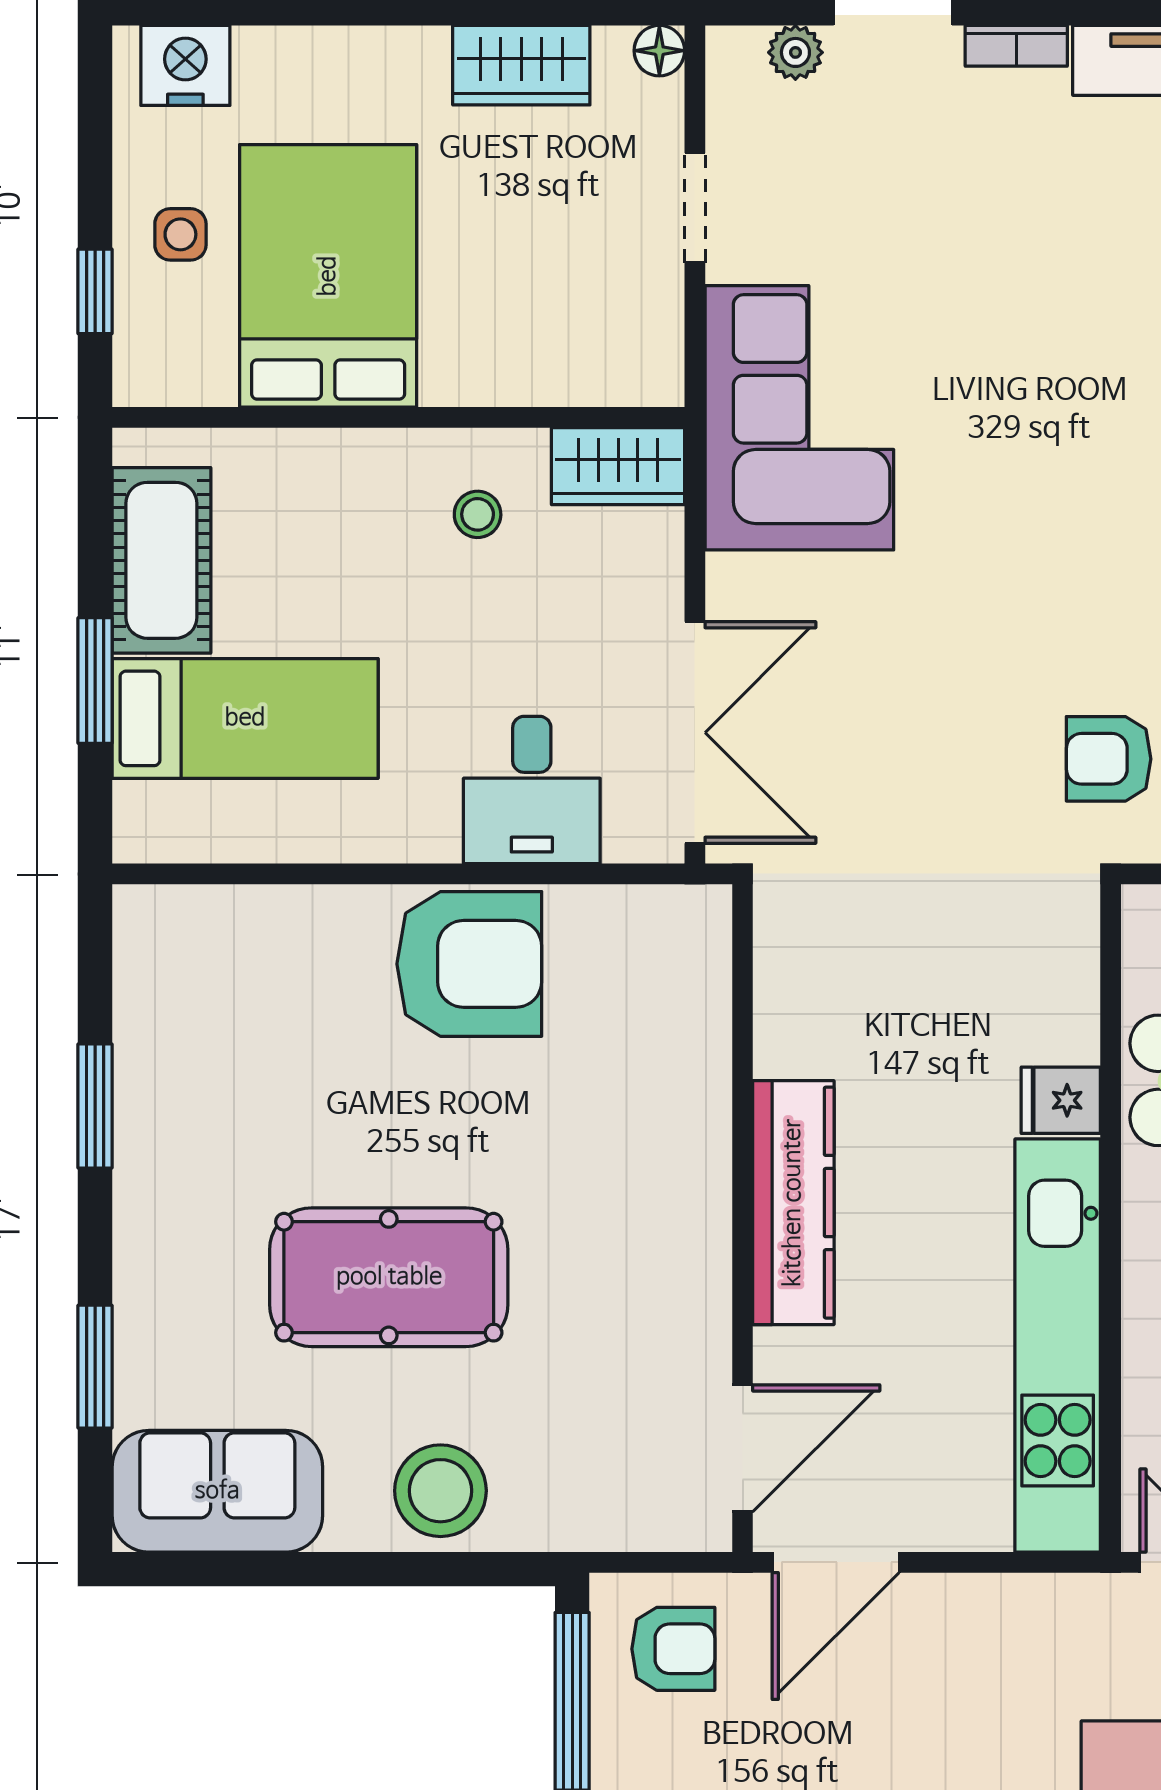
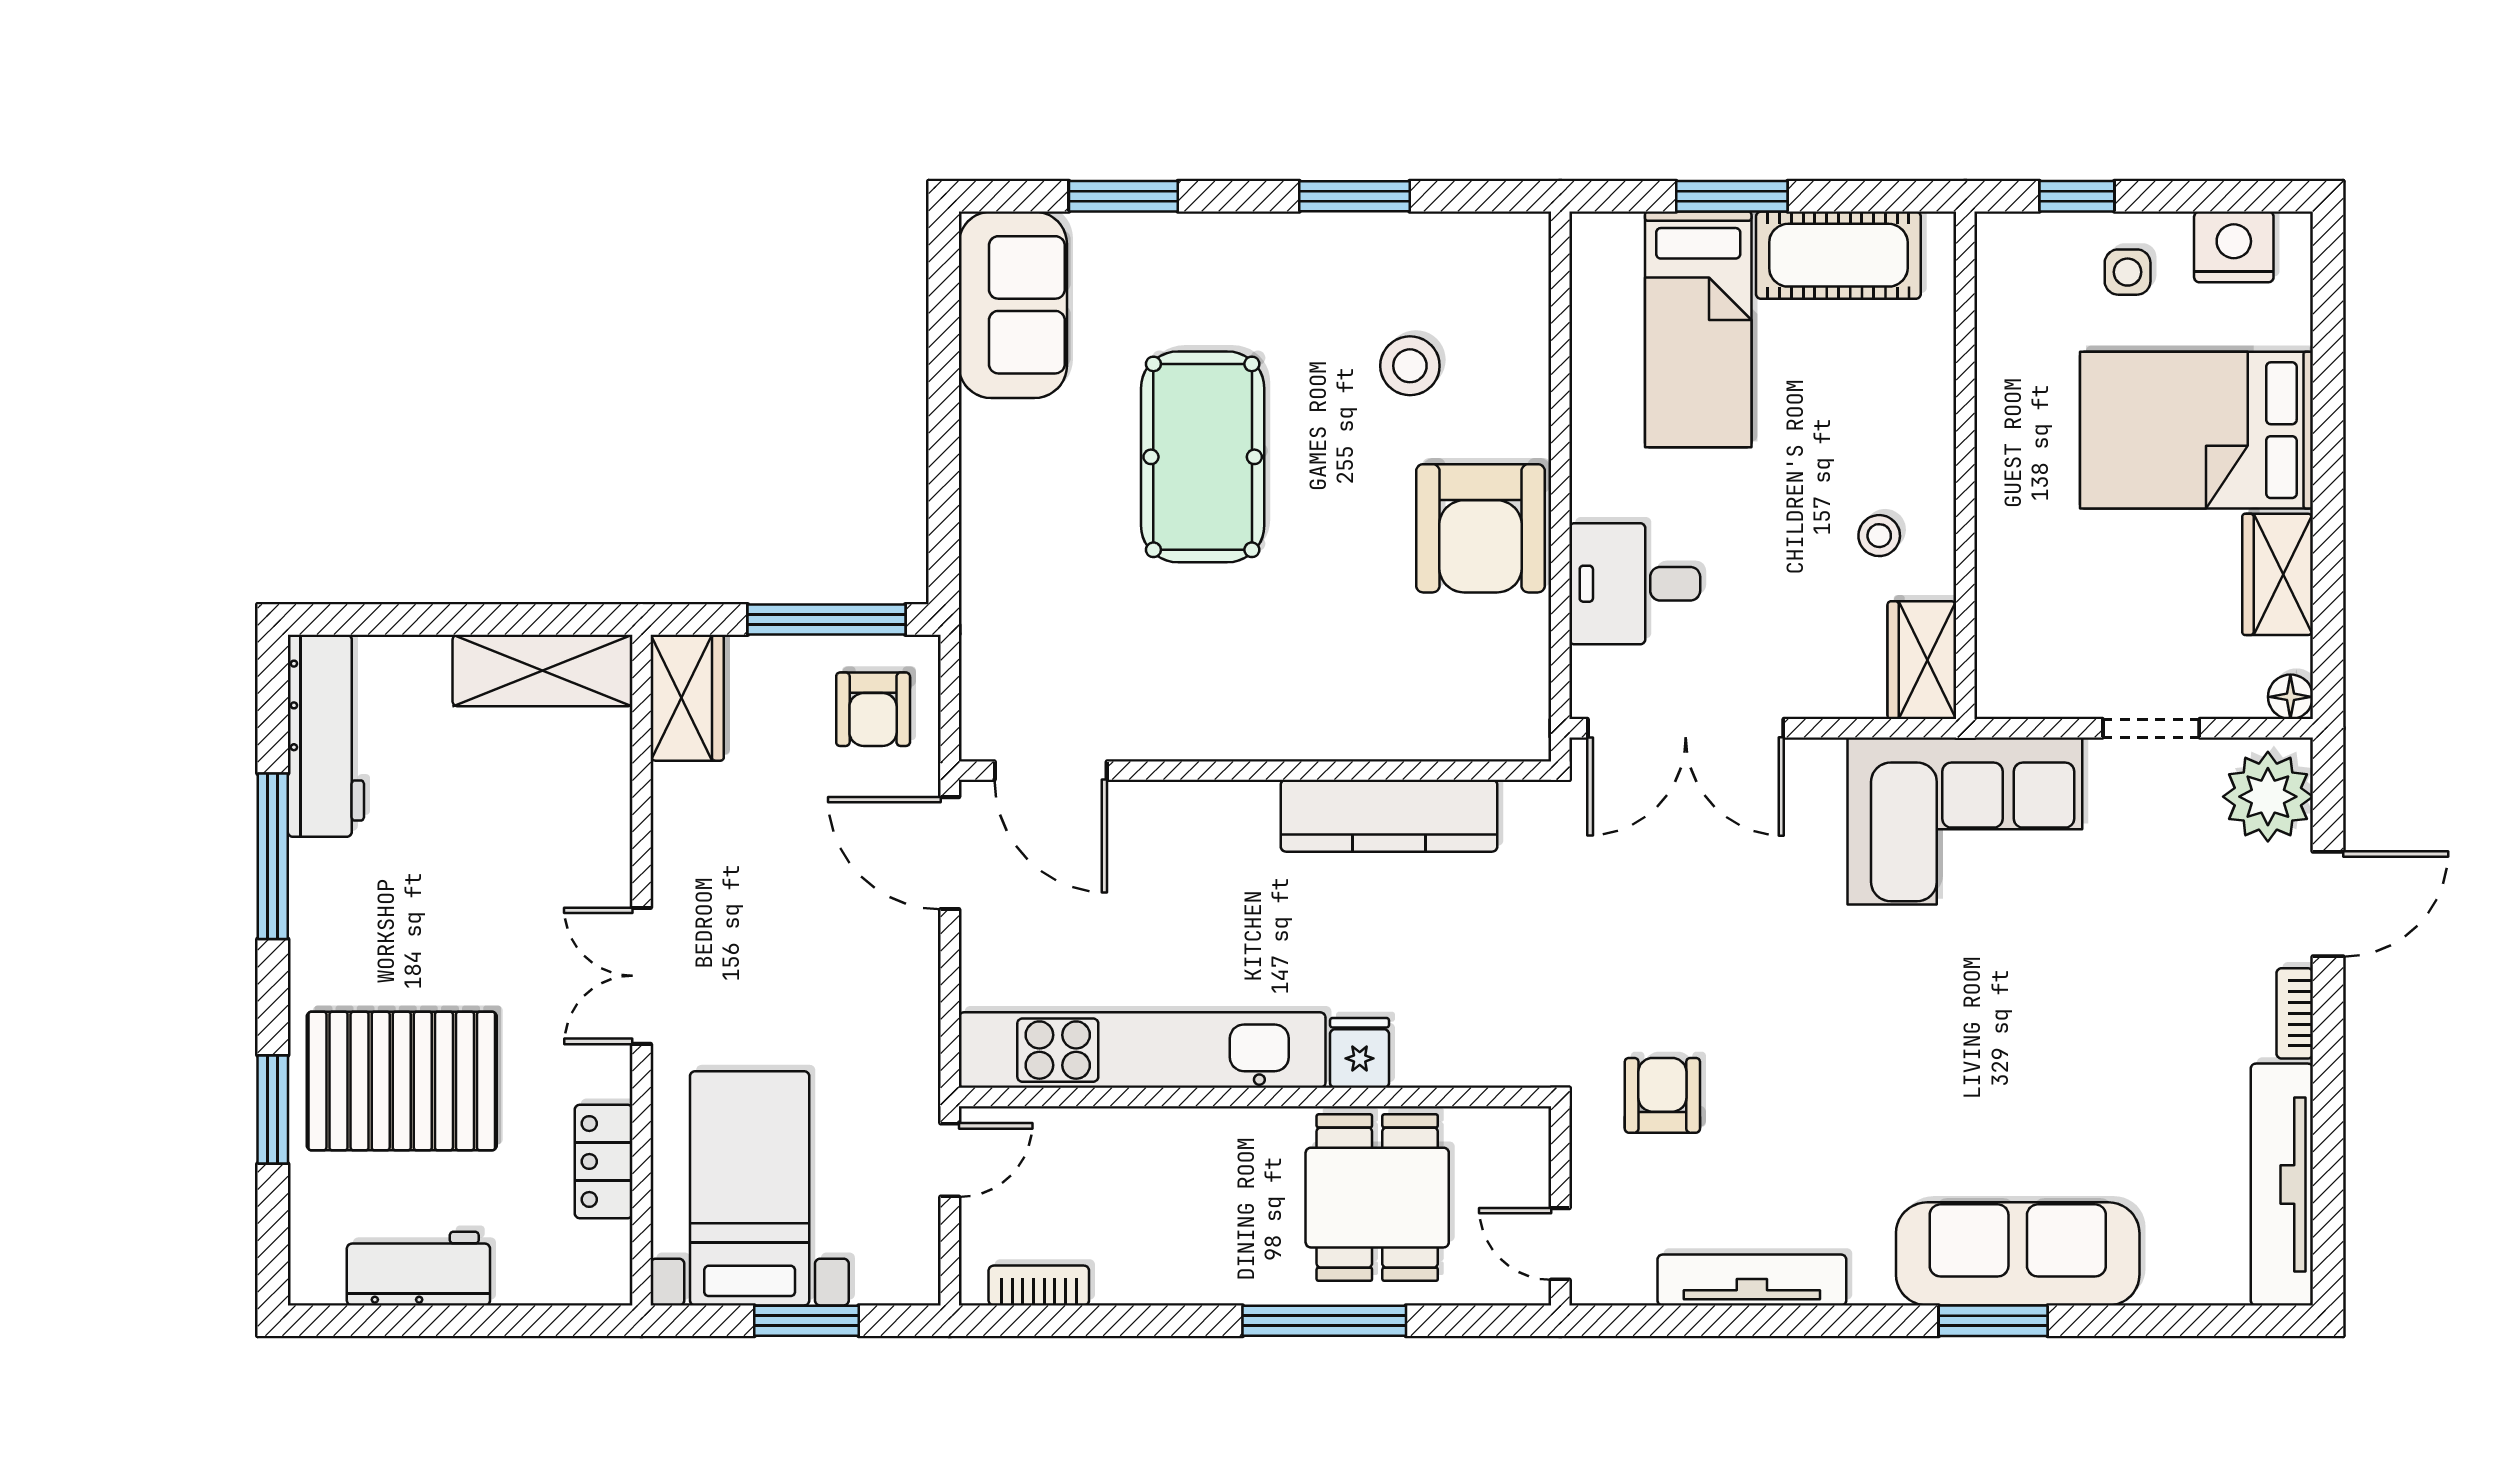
plant: (795, 52) -> (2268, 797), width x1.88, depth x1.88
nightstand: (185, 65) -> (2234, 247), moved, turned -90
bed: (328, 276) -> (2196, 430), moved, turned 180
kitchen counter: (793, 1203) -> (1389, 816), moved
stool: (440, 1491) -> (1410, 366), moved, width x0.73, depth x0.73

